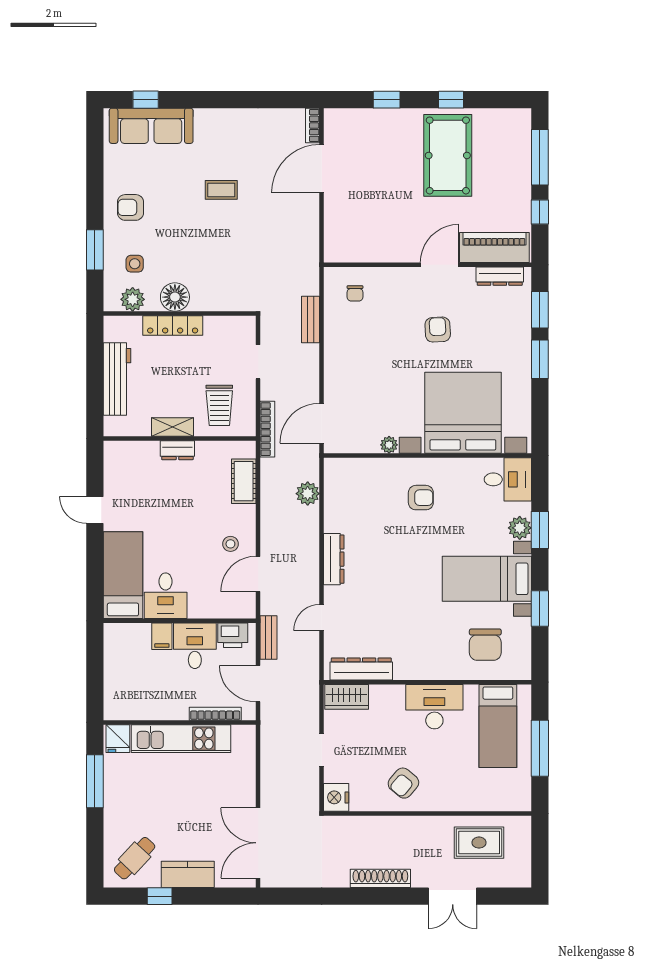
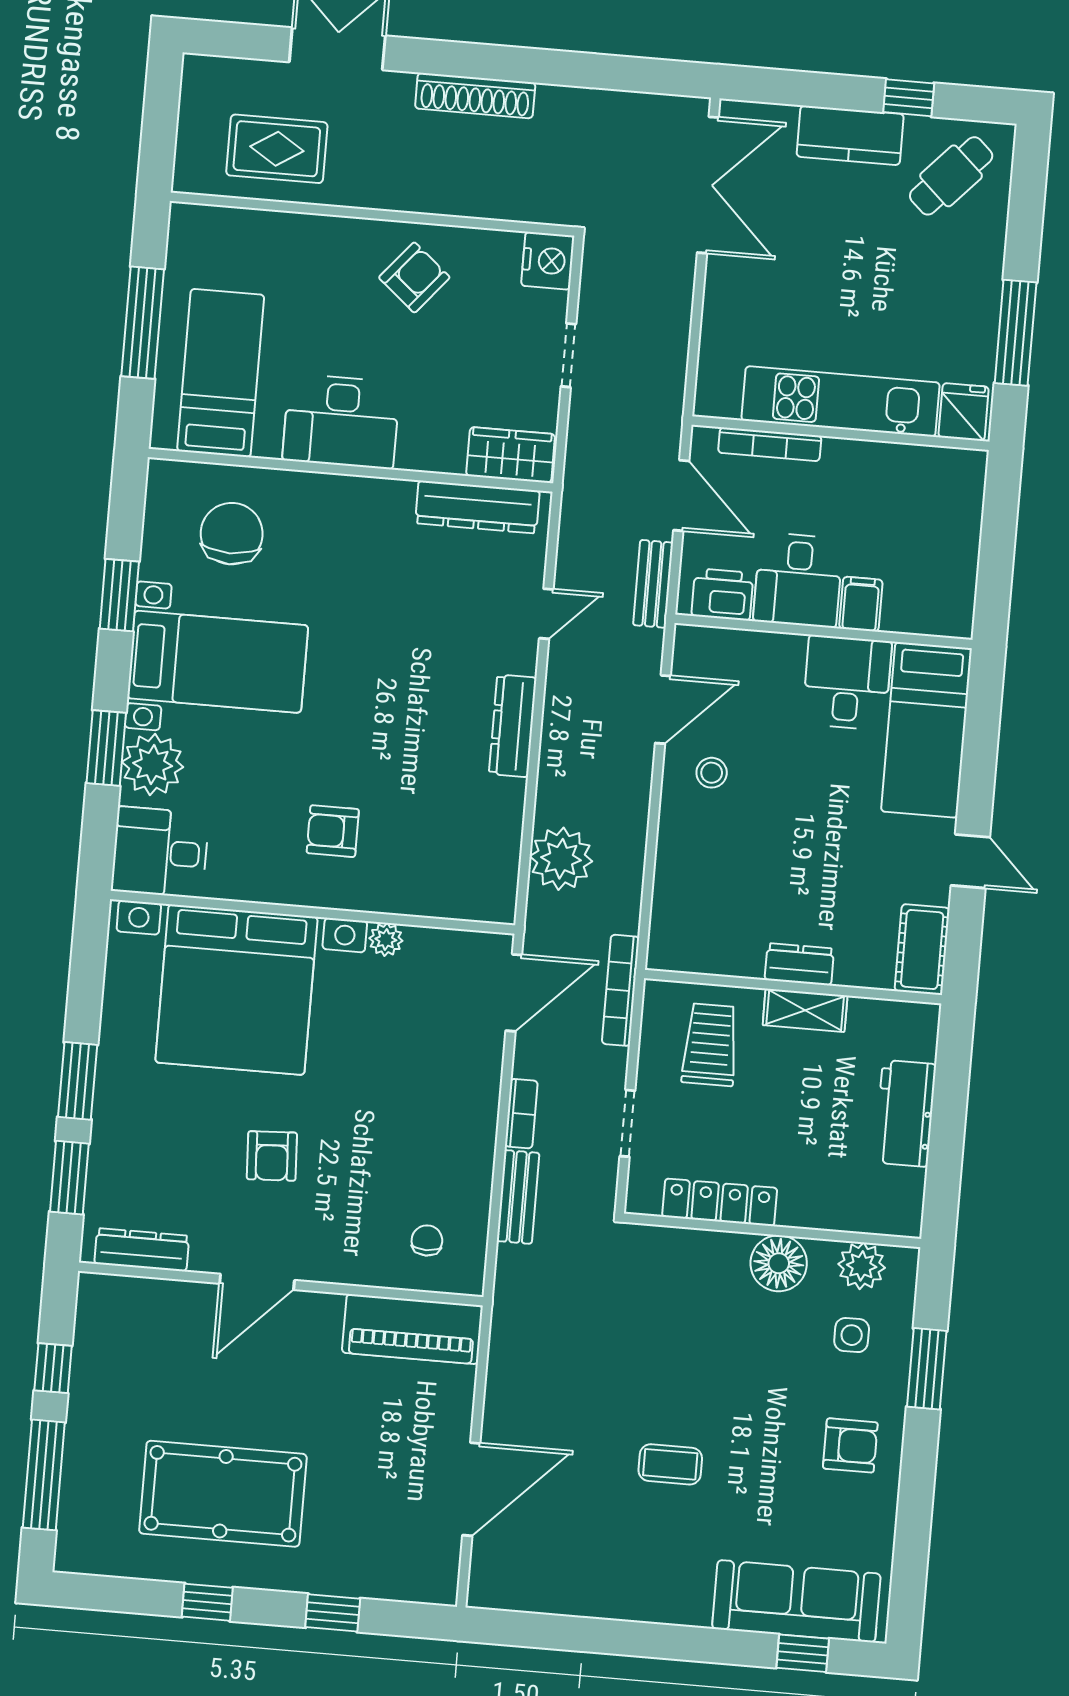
bookcase: (312, 125) -> (521, 1114), moved
pool table: (448, 155) -> (223, 1494), turned 90
piano: (494, 248) -> (412, 1329), moved
locker: (173, 326) -> (720, 1202), moved
workbench: (117, 379) -> (905, 1113), width x0.73
cot: (244, 481) -> (922, 949), moved
plant: (308, 494) -> (561, 859), width x1.36, depth x1.36
plant: (520, 528) -> (153, 765), width x1.36, depth x1.36

